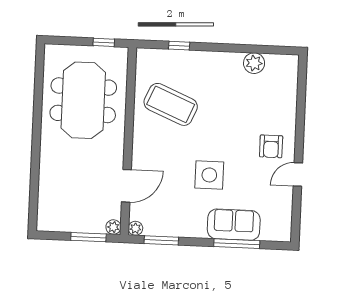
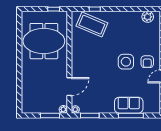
plant: (254, 63) -> (148, 17), moved
meeting table: (83, 100) -> (44, 41), turned 90
coffee table: (171, 104) -> (92, 25), moved
side table: (209, 175) -> (126, 62), moved

